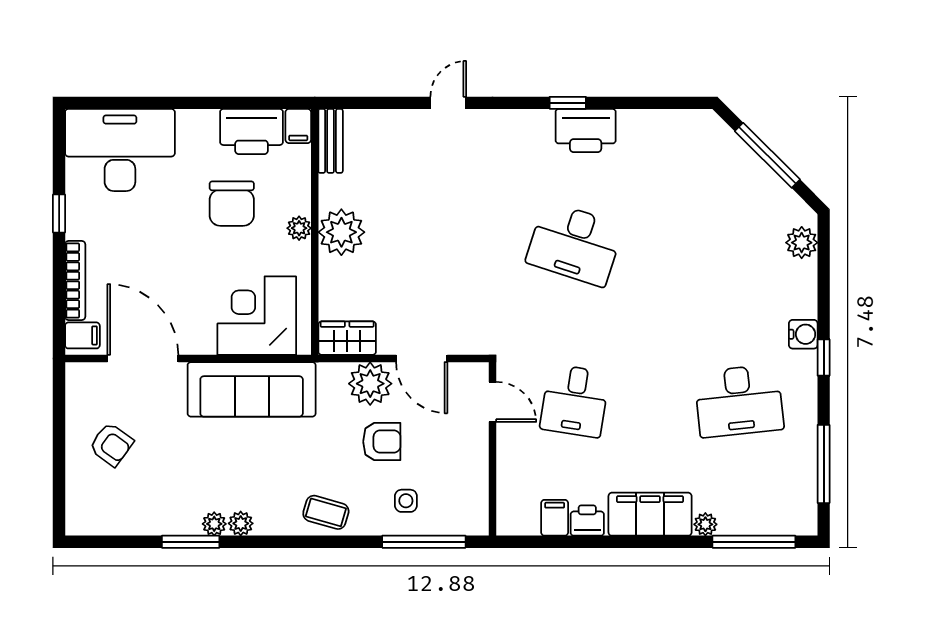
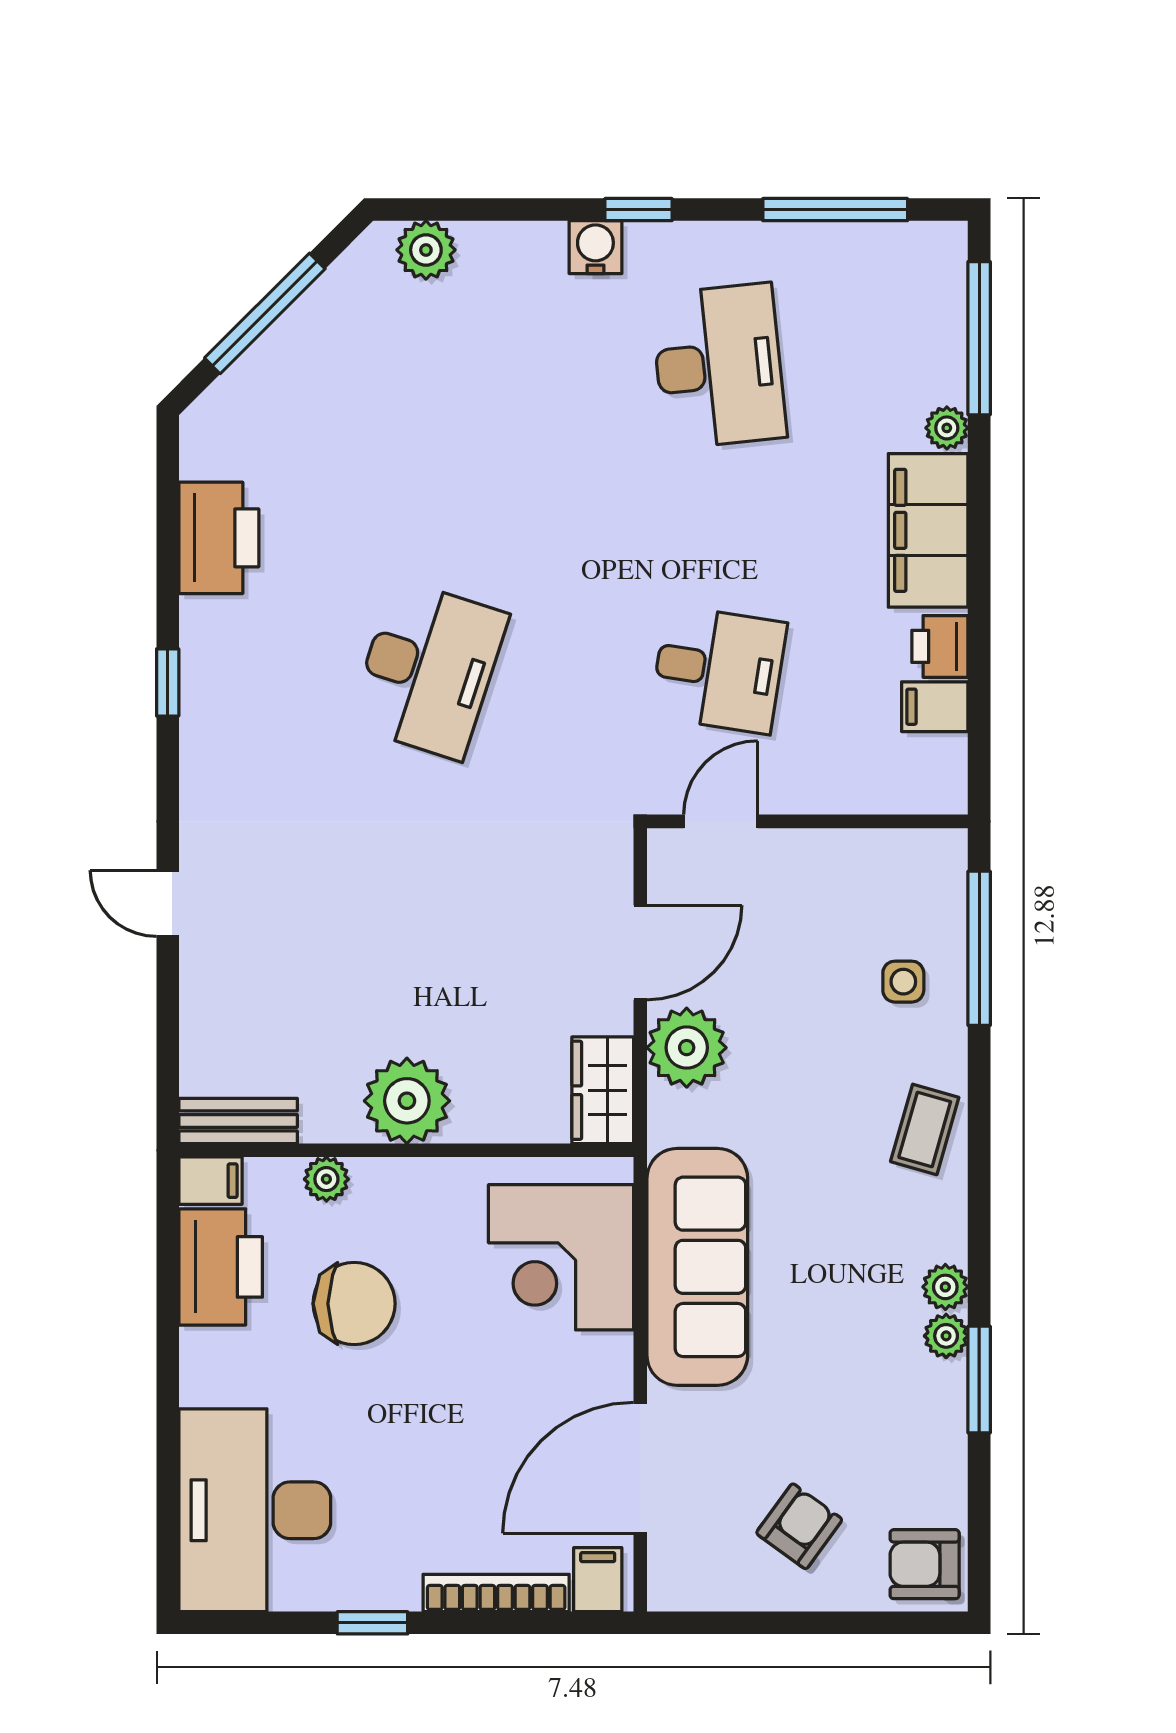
printer: (586, 130) -> (219, 538), moved
plant: (299, 228) -> (326, 1179), moved
armchair: (382, 442) -> (925, 1564), moved, turned -90

